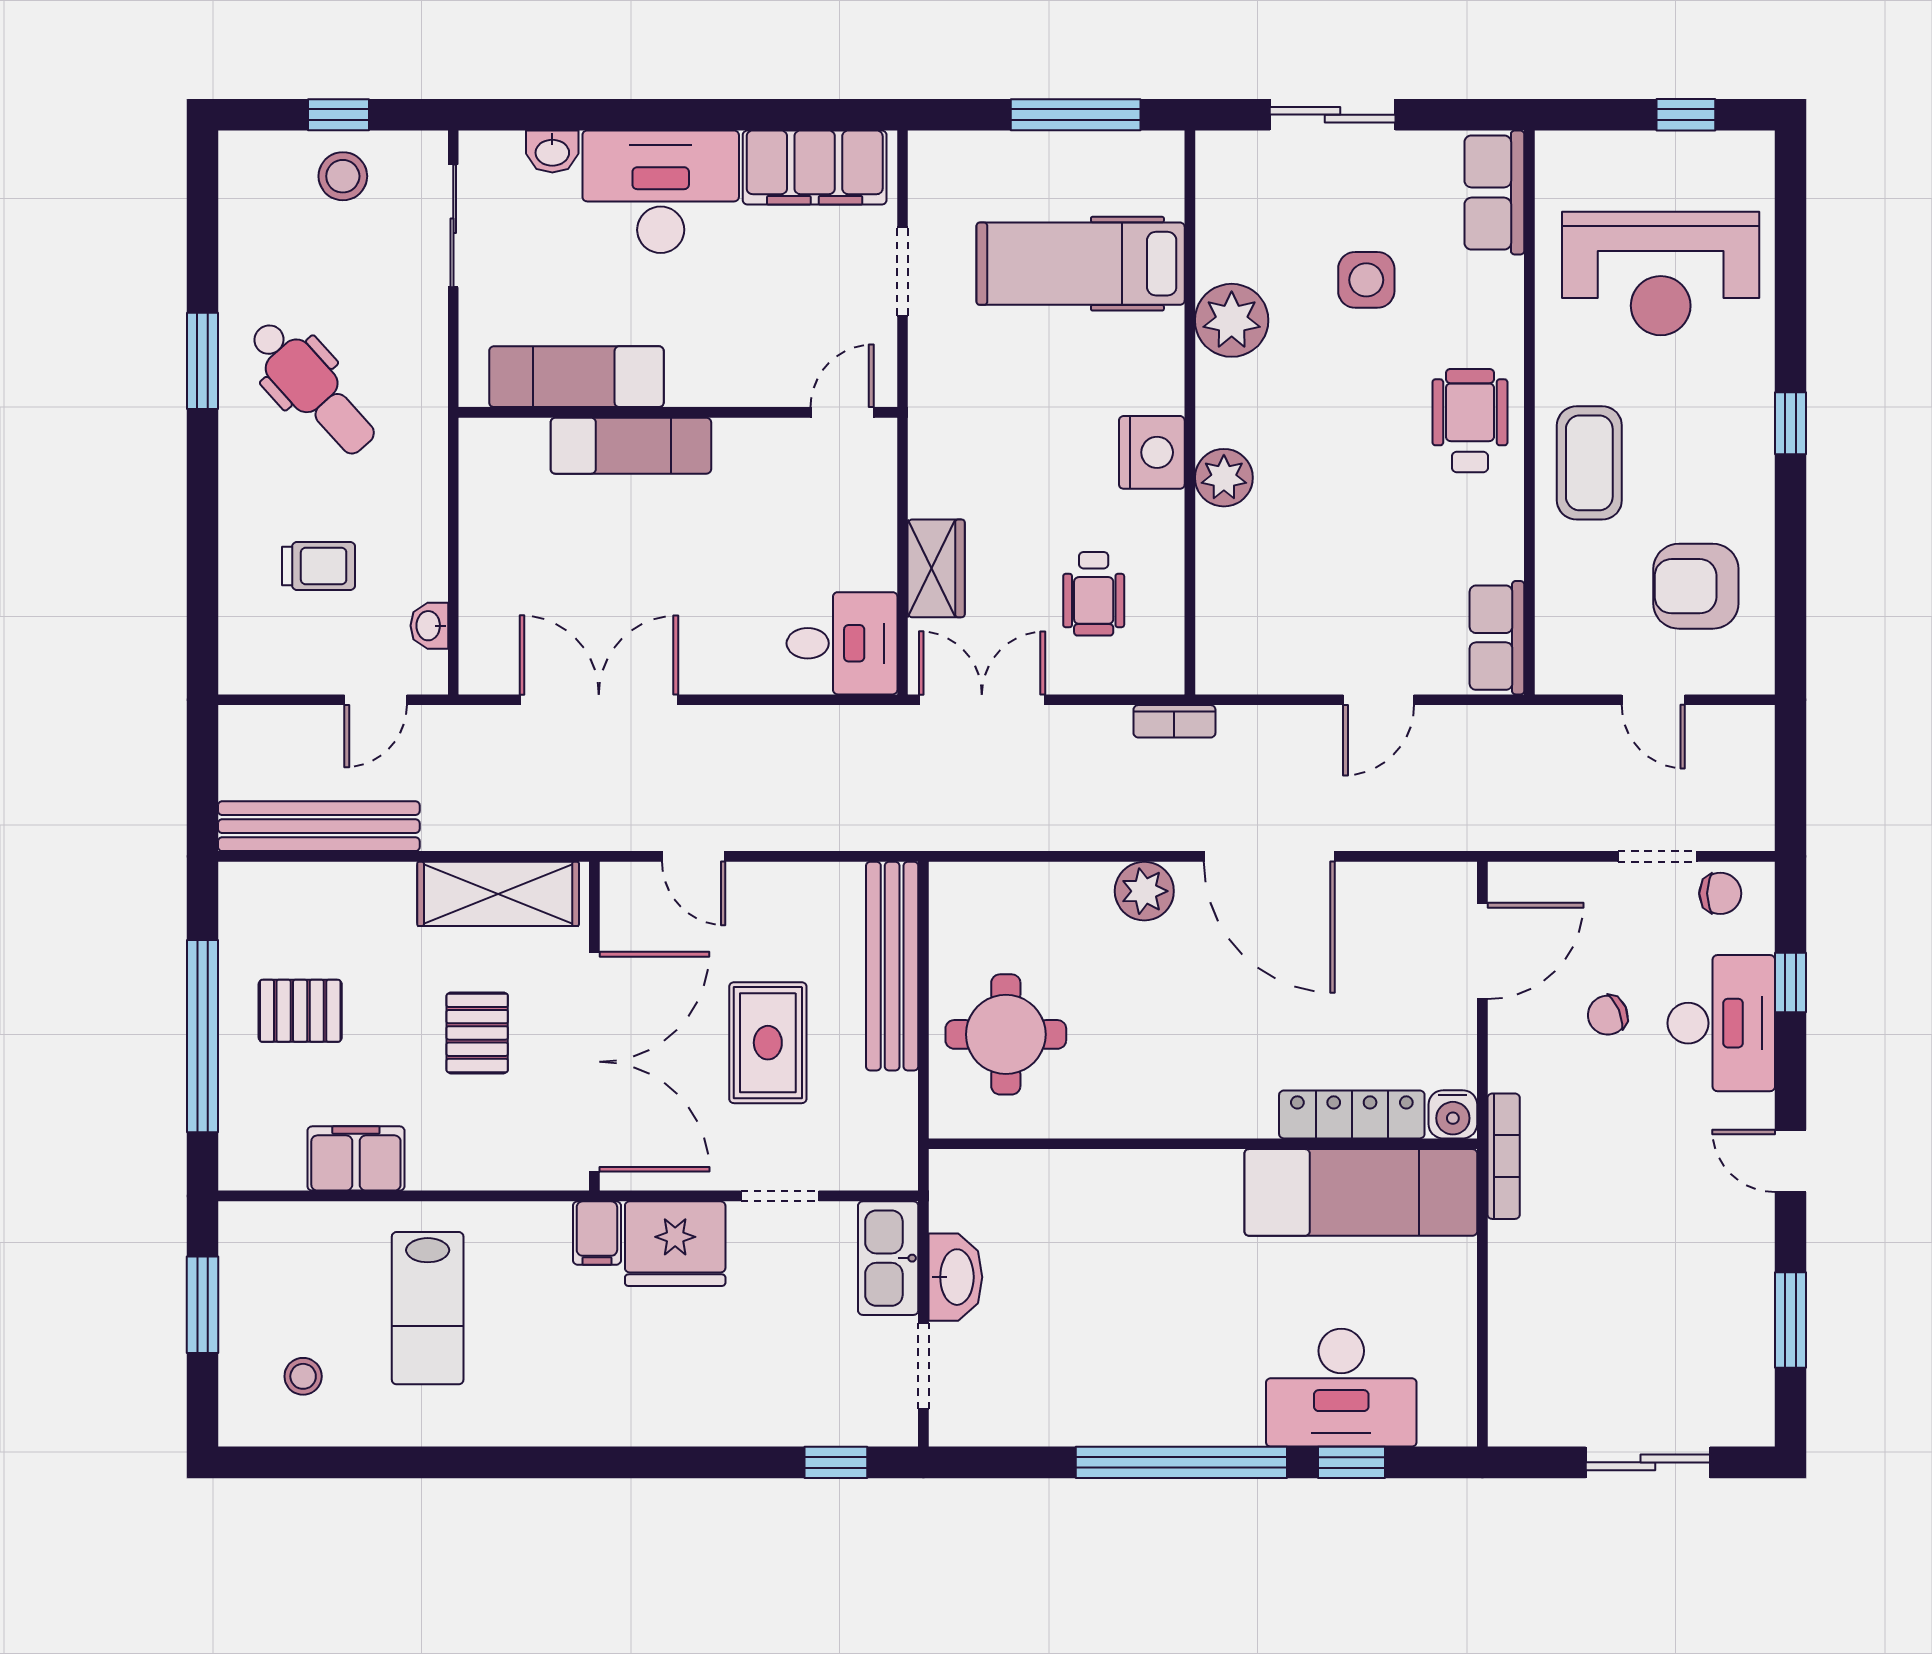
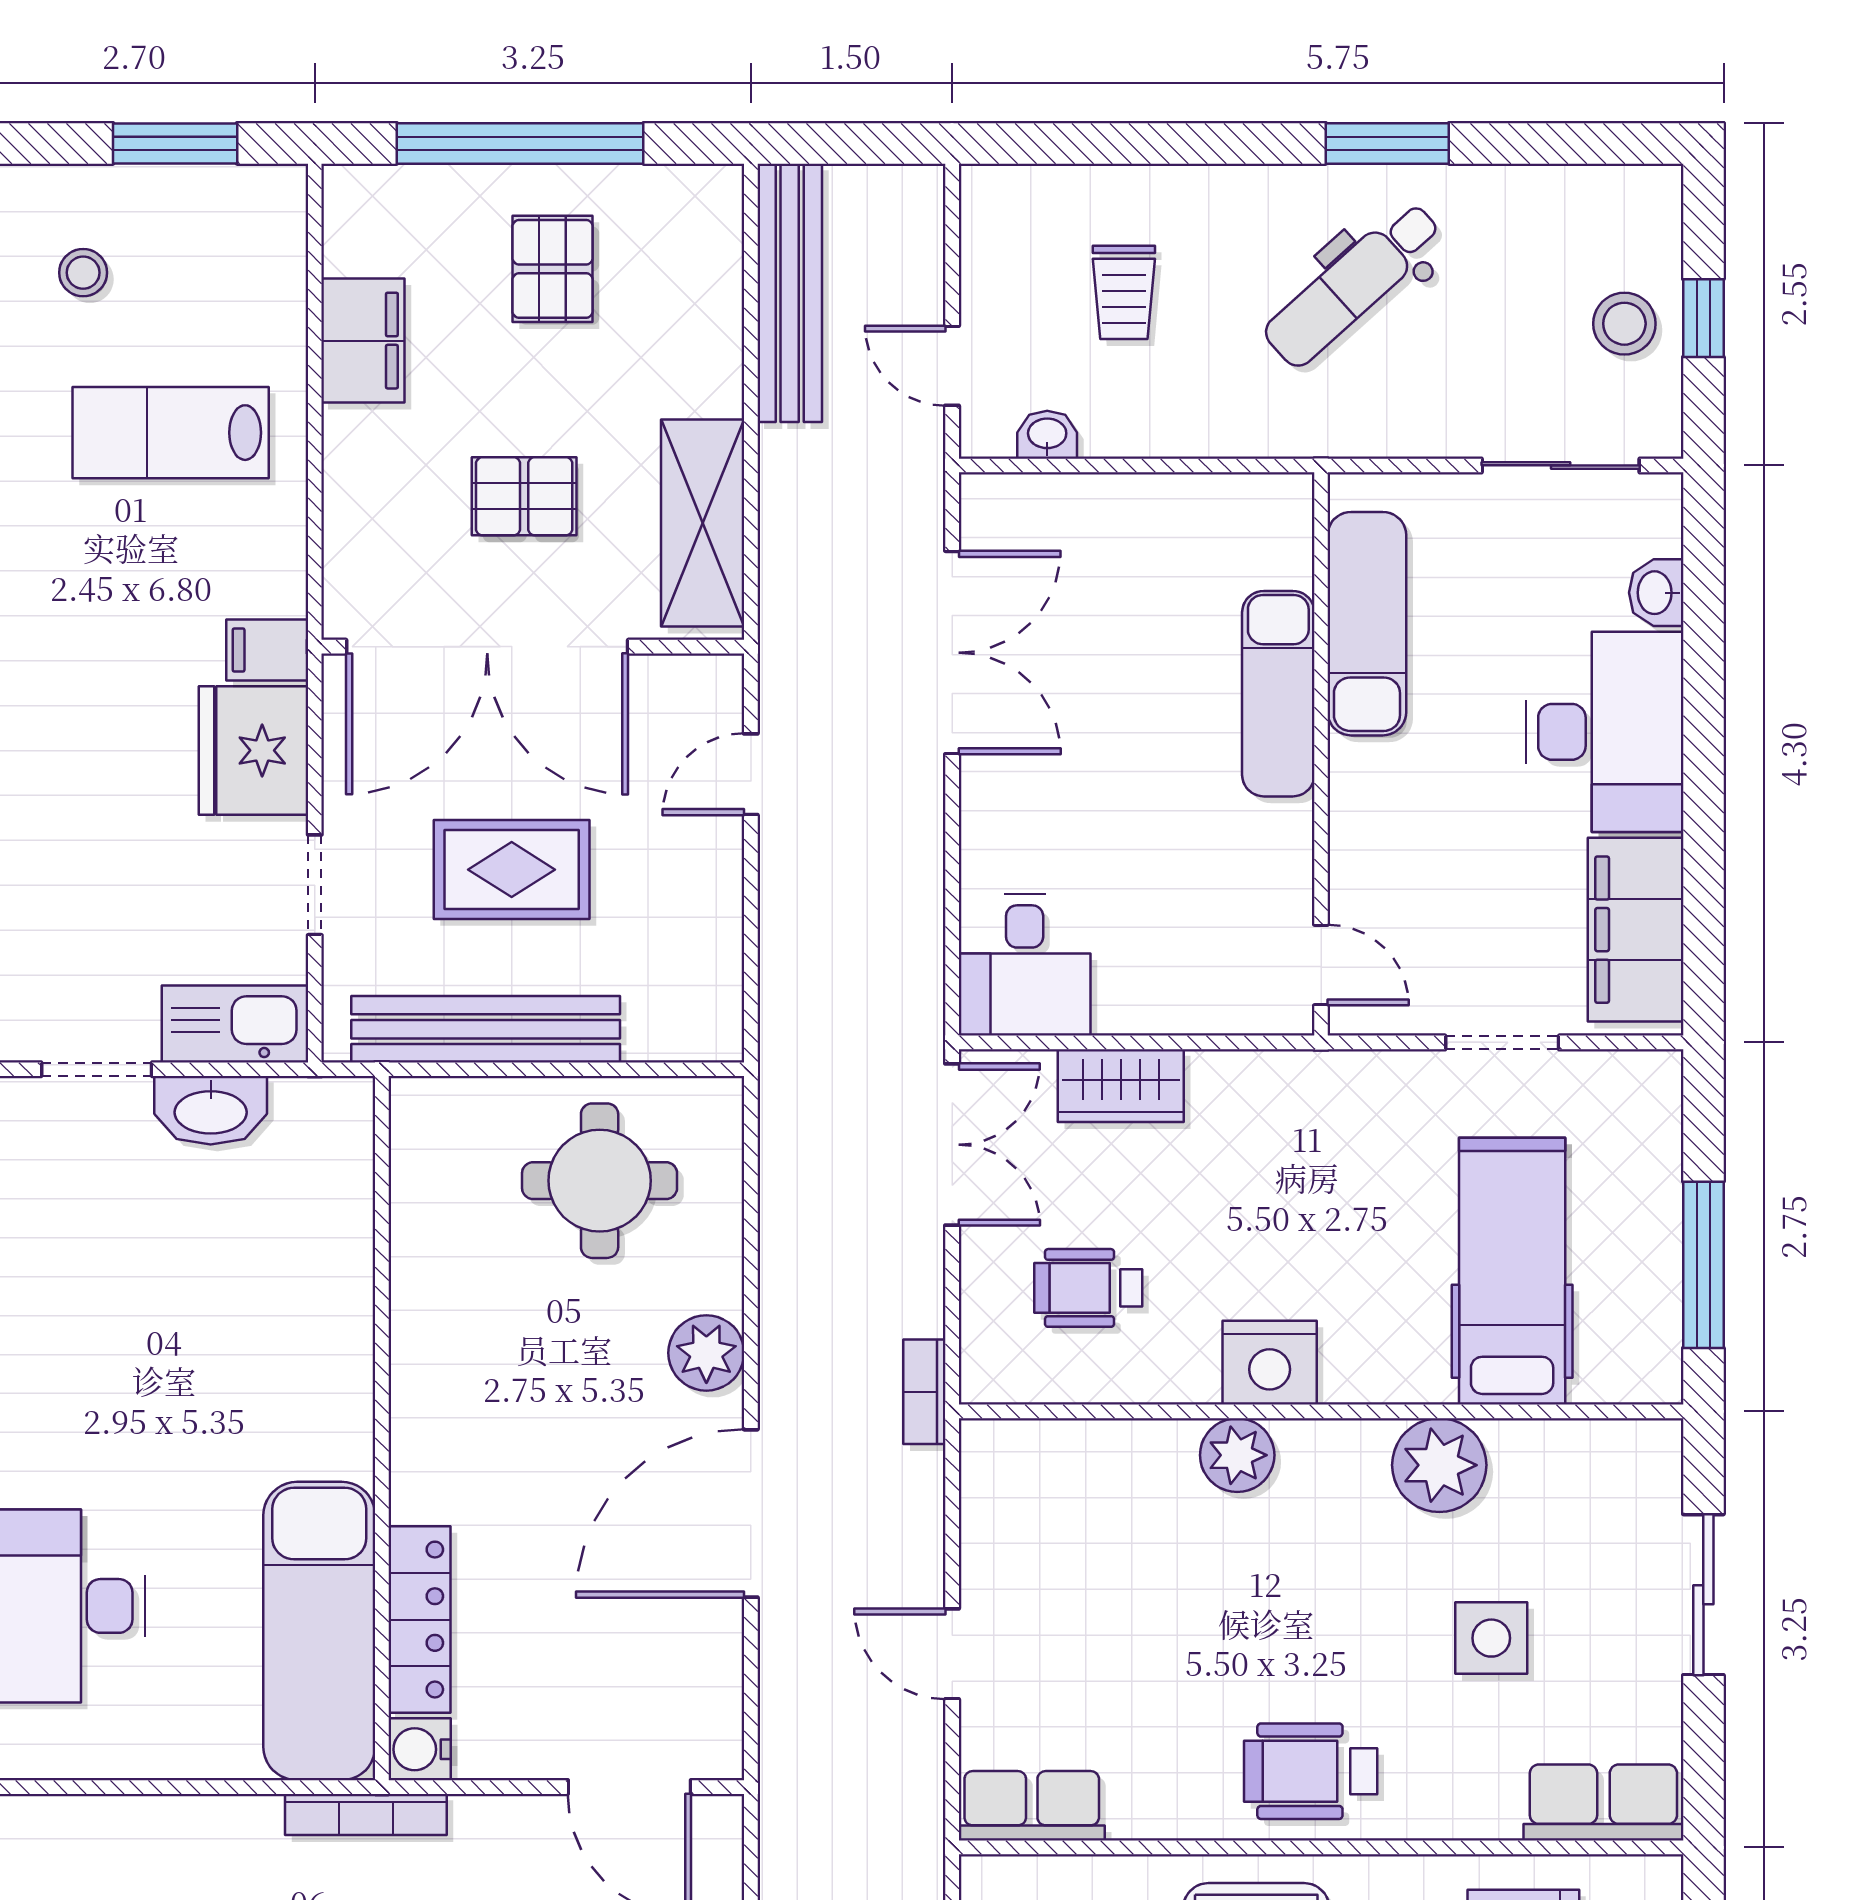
wheelchair: (1470, 421) -> (1311, 1771), turned 180
bench: (892, 966) -> (486, 1029), moved
round table: (1006, 1034) -> (600, 1181), moved

